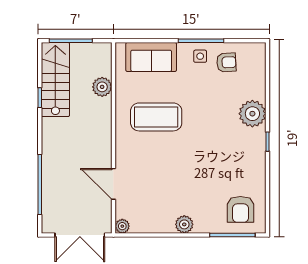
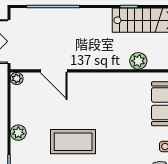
coffee table: (156, 117) -> (73, 142), moved, turned 90
door: (113, 184) -> (54, 71), swing flipped

